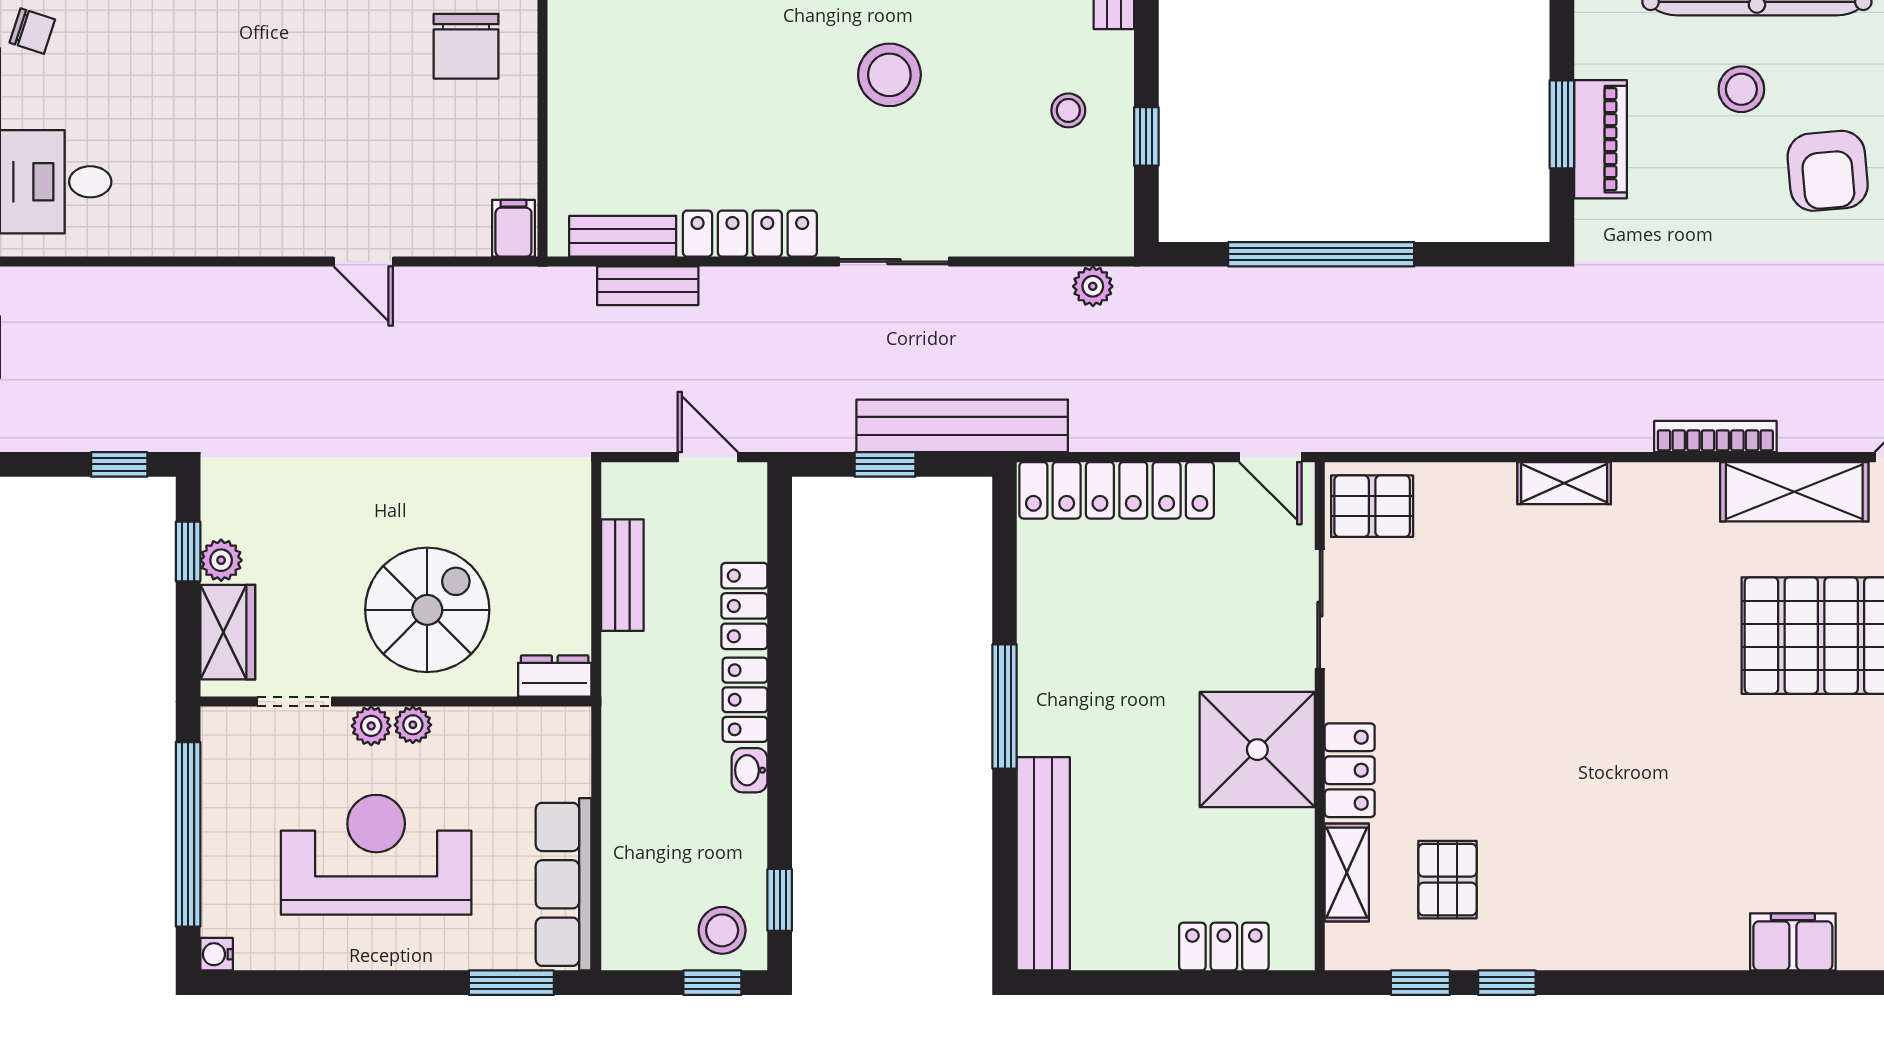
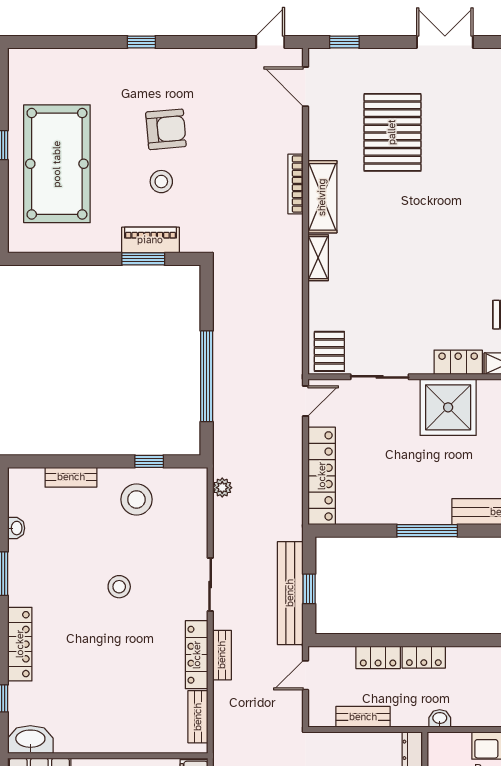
stool: (889, 75) -> (119, 587), width x0.73, depth x0.73
stool: (1741, 89) -> (161, 182), moved
stool: (1068, 110) -> (136, 499), width x1.89, depth x1.89
bench: (648, 286) -> (222, 655), moved
bench: (962, 426) -> (290, 593), moved
shelving: (1794, 492) -> (322, 197), moved
washbasin: (749, 770) -> (440, 718), moved, turned 180

